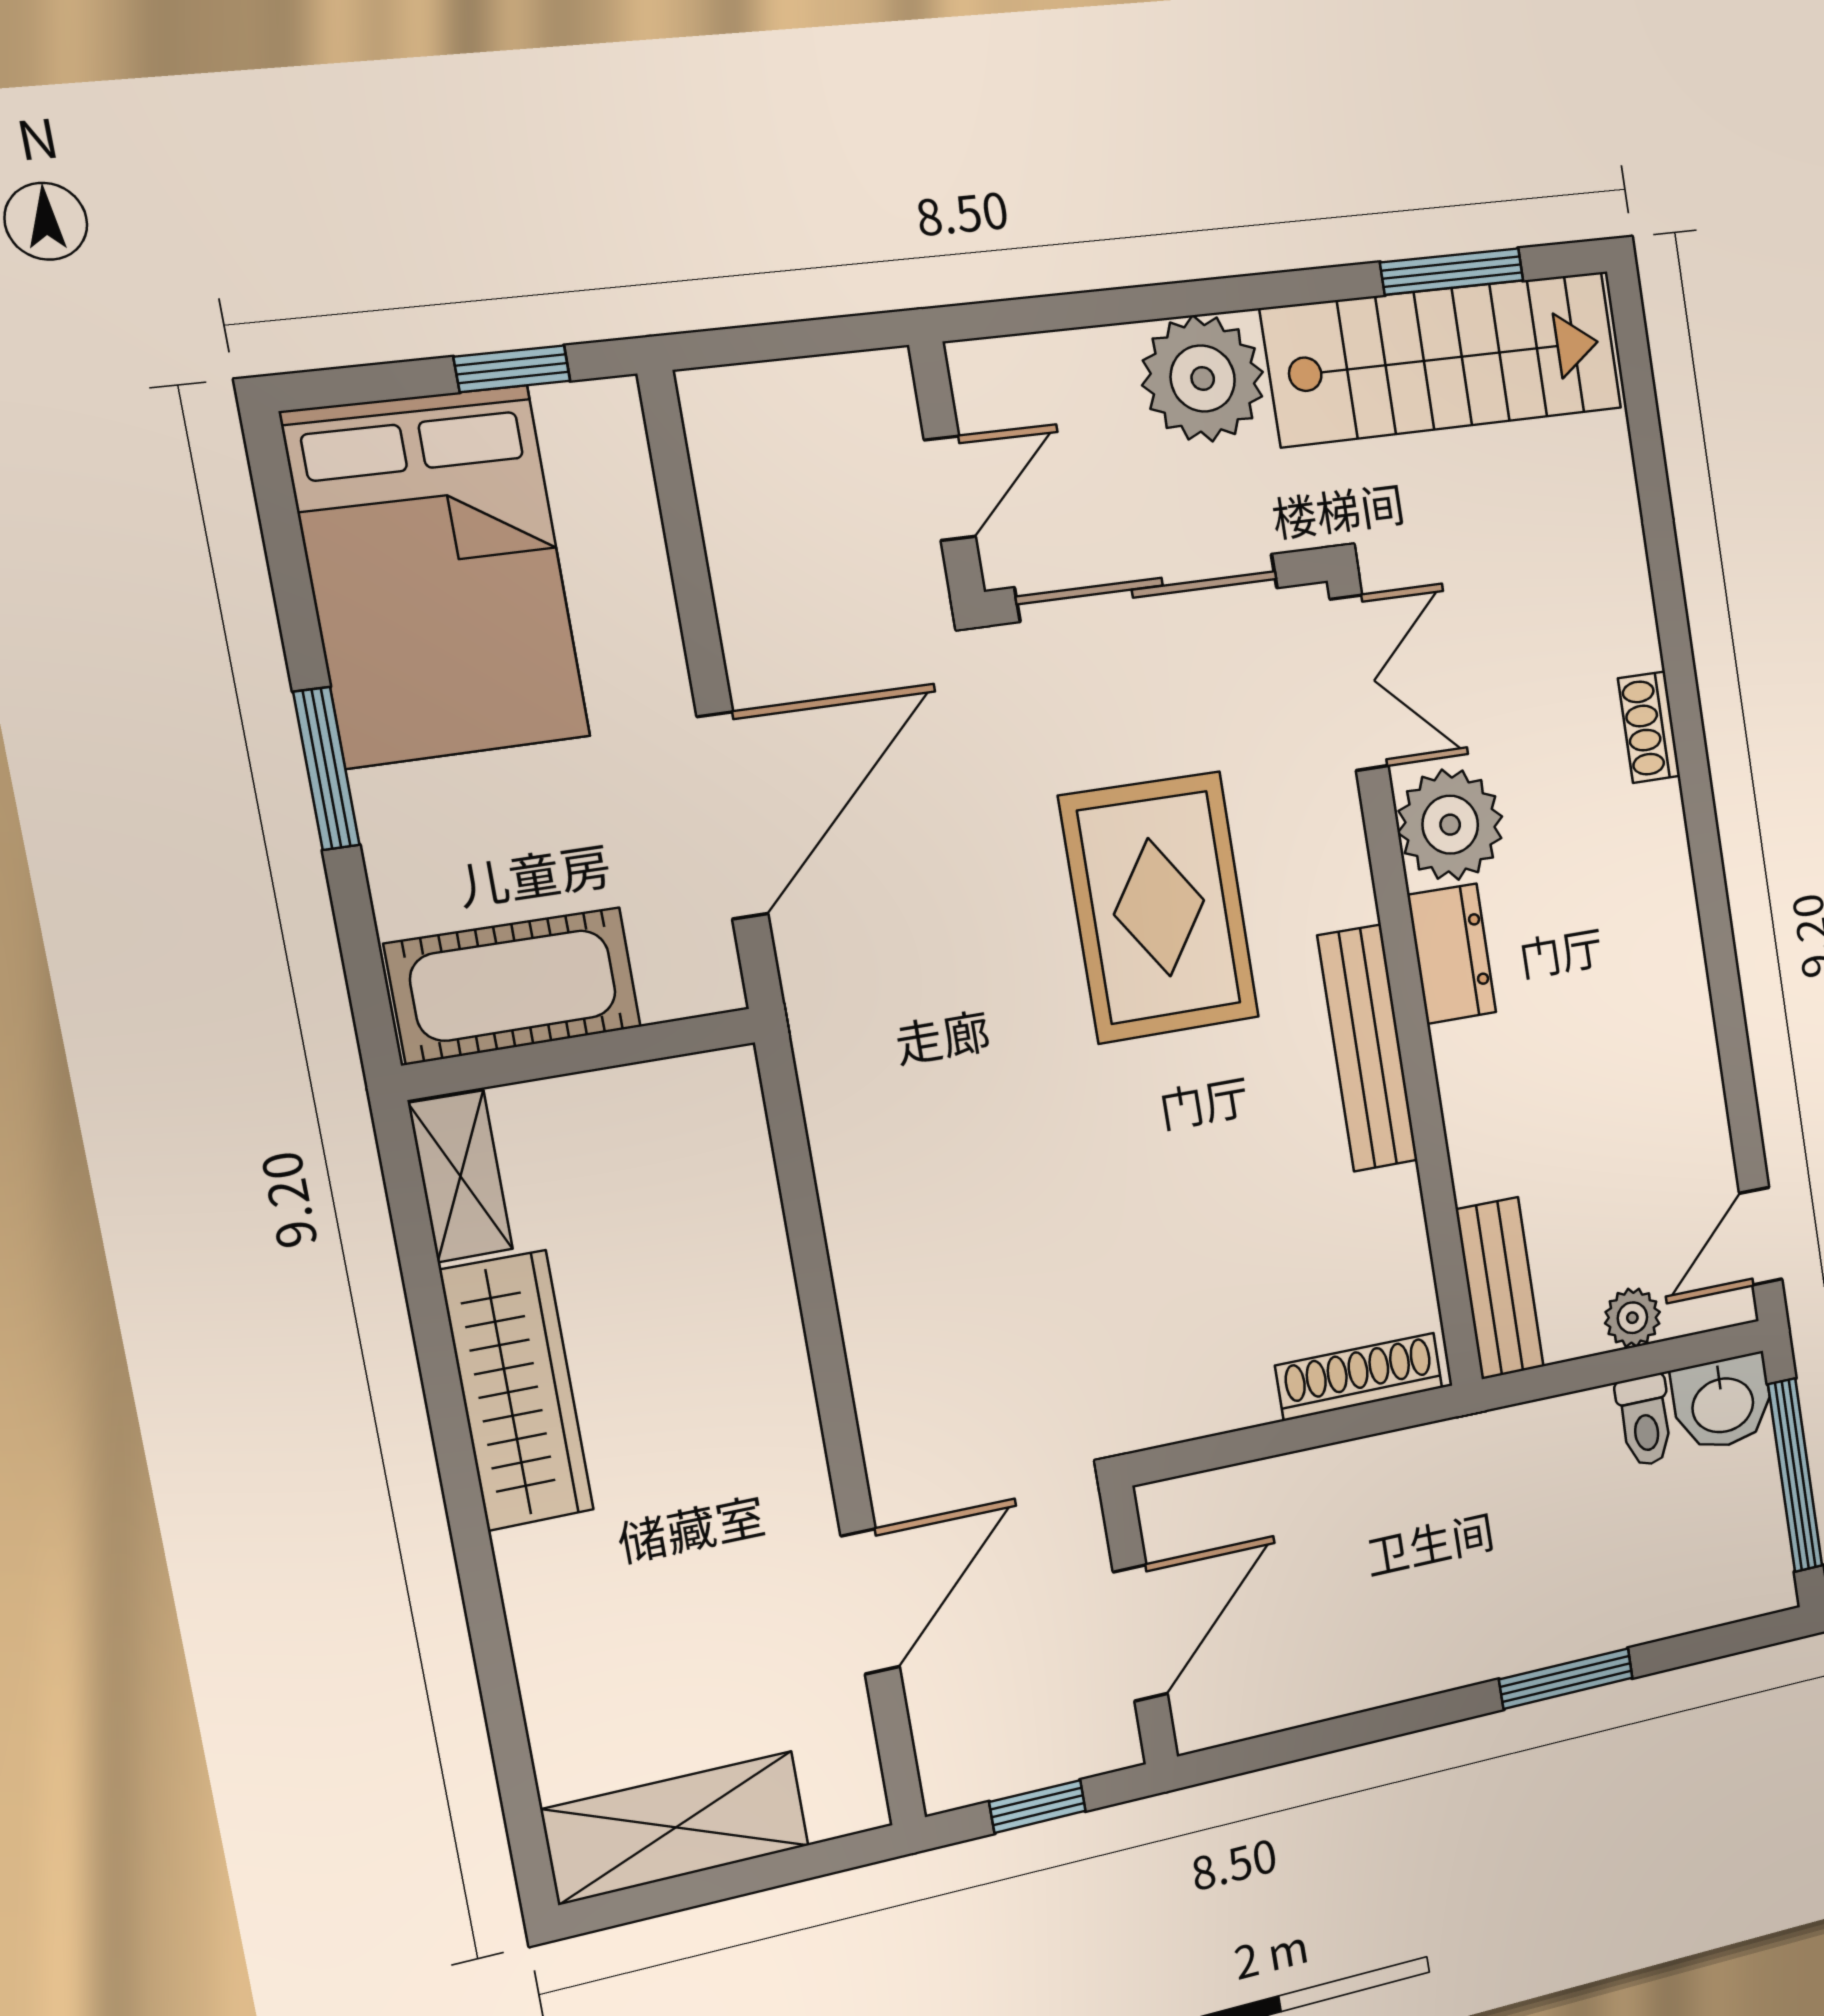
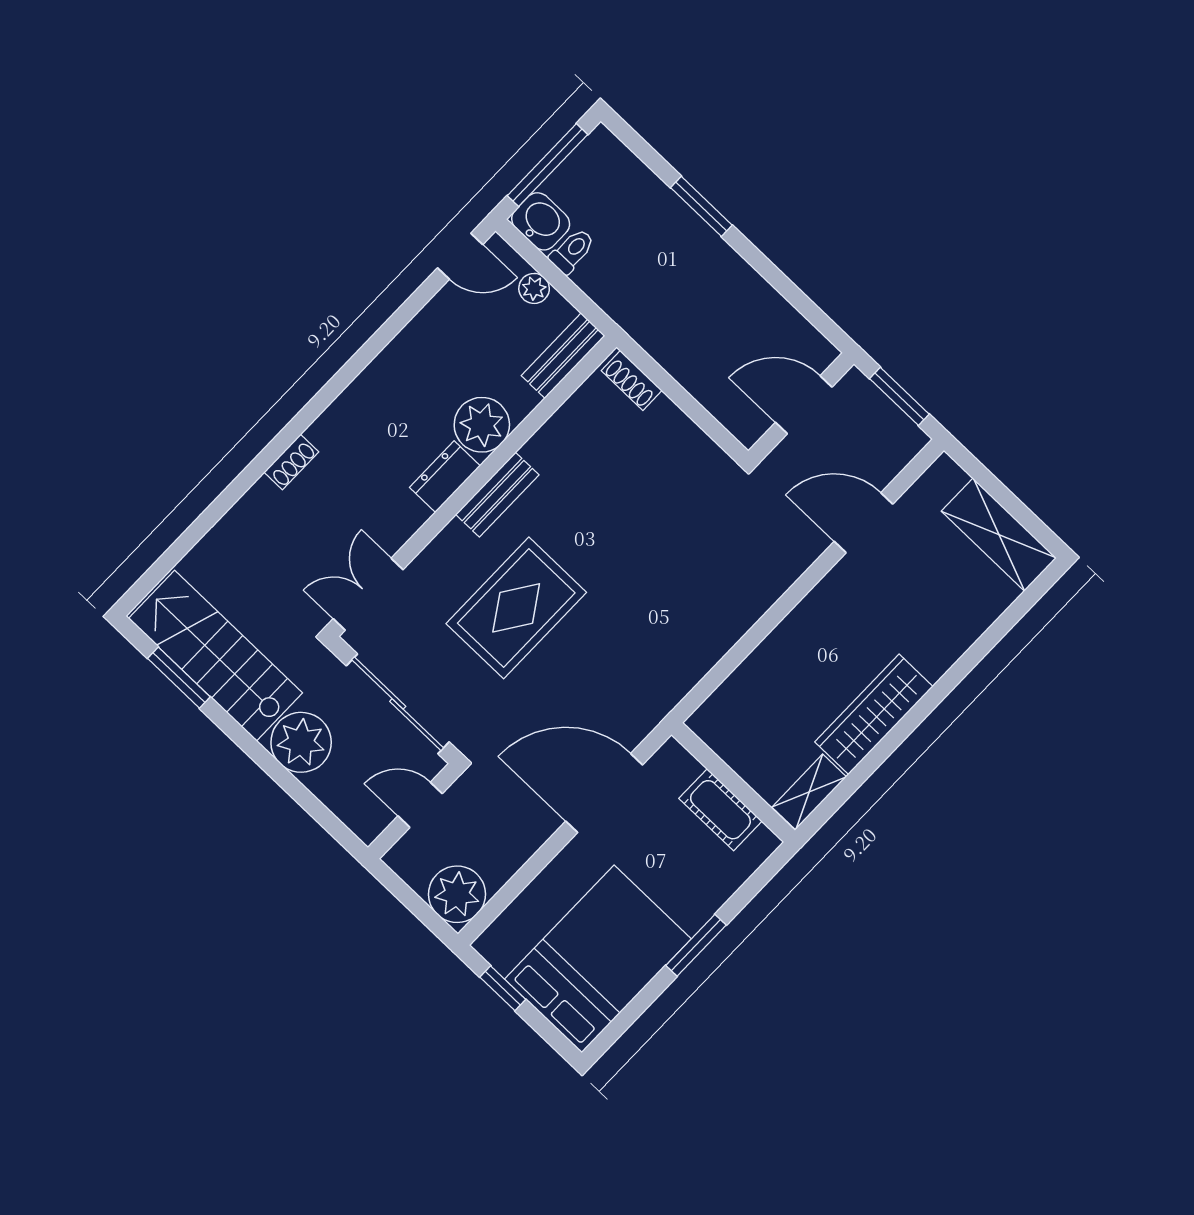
plant: (745, 425) -> (457, 894), added
plant: (1450, 825) -> (482, 425), moved
cot: (513, 986) -> (720, 810), width x0.73, depth x0.75
bench: (1368, 1048) -> (497, 495), width x0.73
shoe rack: (1359, 1377) -> (632, 380), width x0.70
window: (1038, 1806) -> (899, 396), width x1.50

